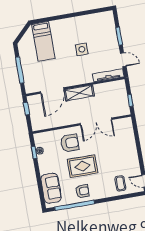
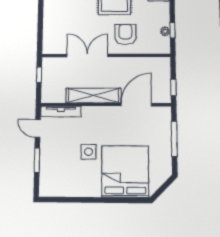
bed: (43, 41) -> (125, 171), width x2.04
shelving: (79, 93) -> (93, 96), width x1.47
armchair: (70, 143) -> (125, 34), turned 90

